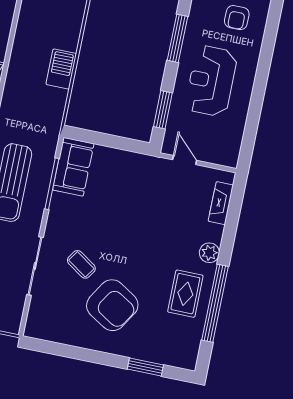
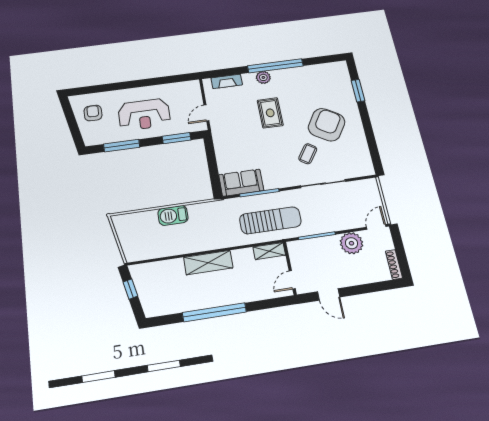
armchair: (237, 18) -> (93, 113), turned -90
rug: (185, 294) -> (270, 113), moved, turned 90
window: (215, 303) -> (275, 66), moved

